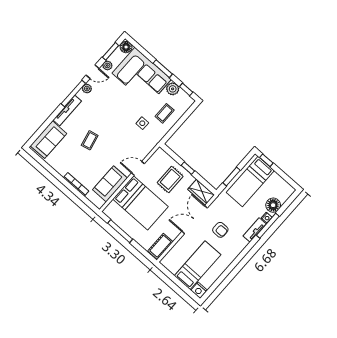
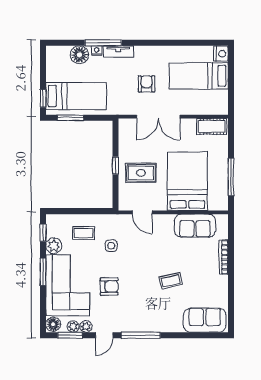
door: (92, 72) -> (104, 335), swing flipped
plant: (87, 89) -> (73, 327), moved
armchair: (119, 100) -> (109, 287), added
tv unit: (67, 110) -> (162, 327), removed
door: (138, 168) -> (142, 212), moved
window: (231, 177) -> (71, 118), moved
wardrobe: (201, 192) -> (127, 133), removed

